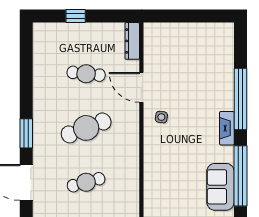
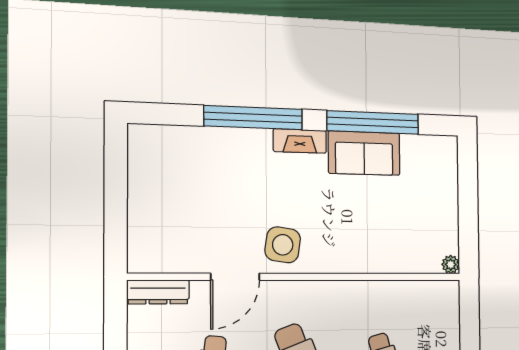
side table: (161, 117) -> (283, 245), width x1.87, depth x1.87
sofa: (220, 187) -> (364, 153), moved

